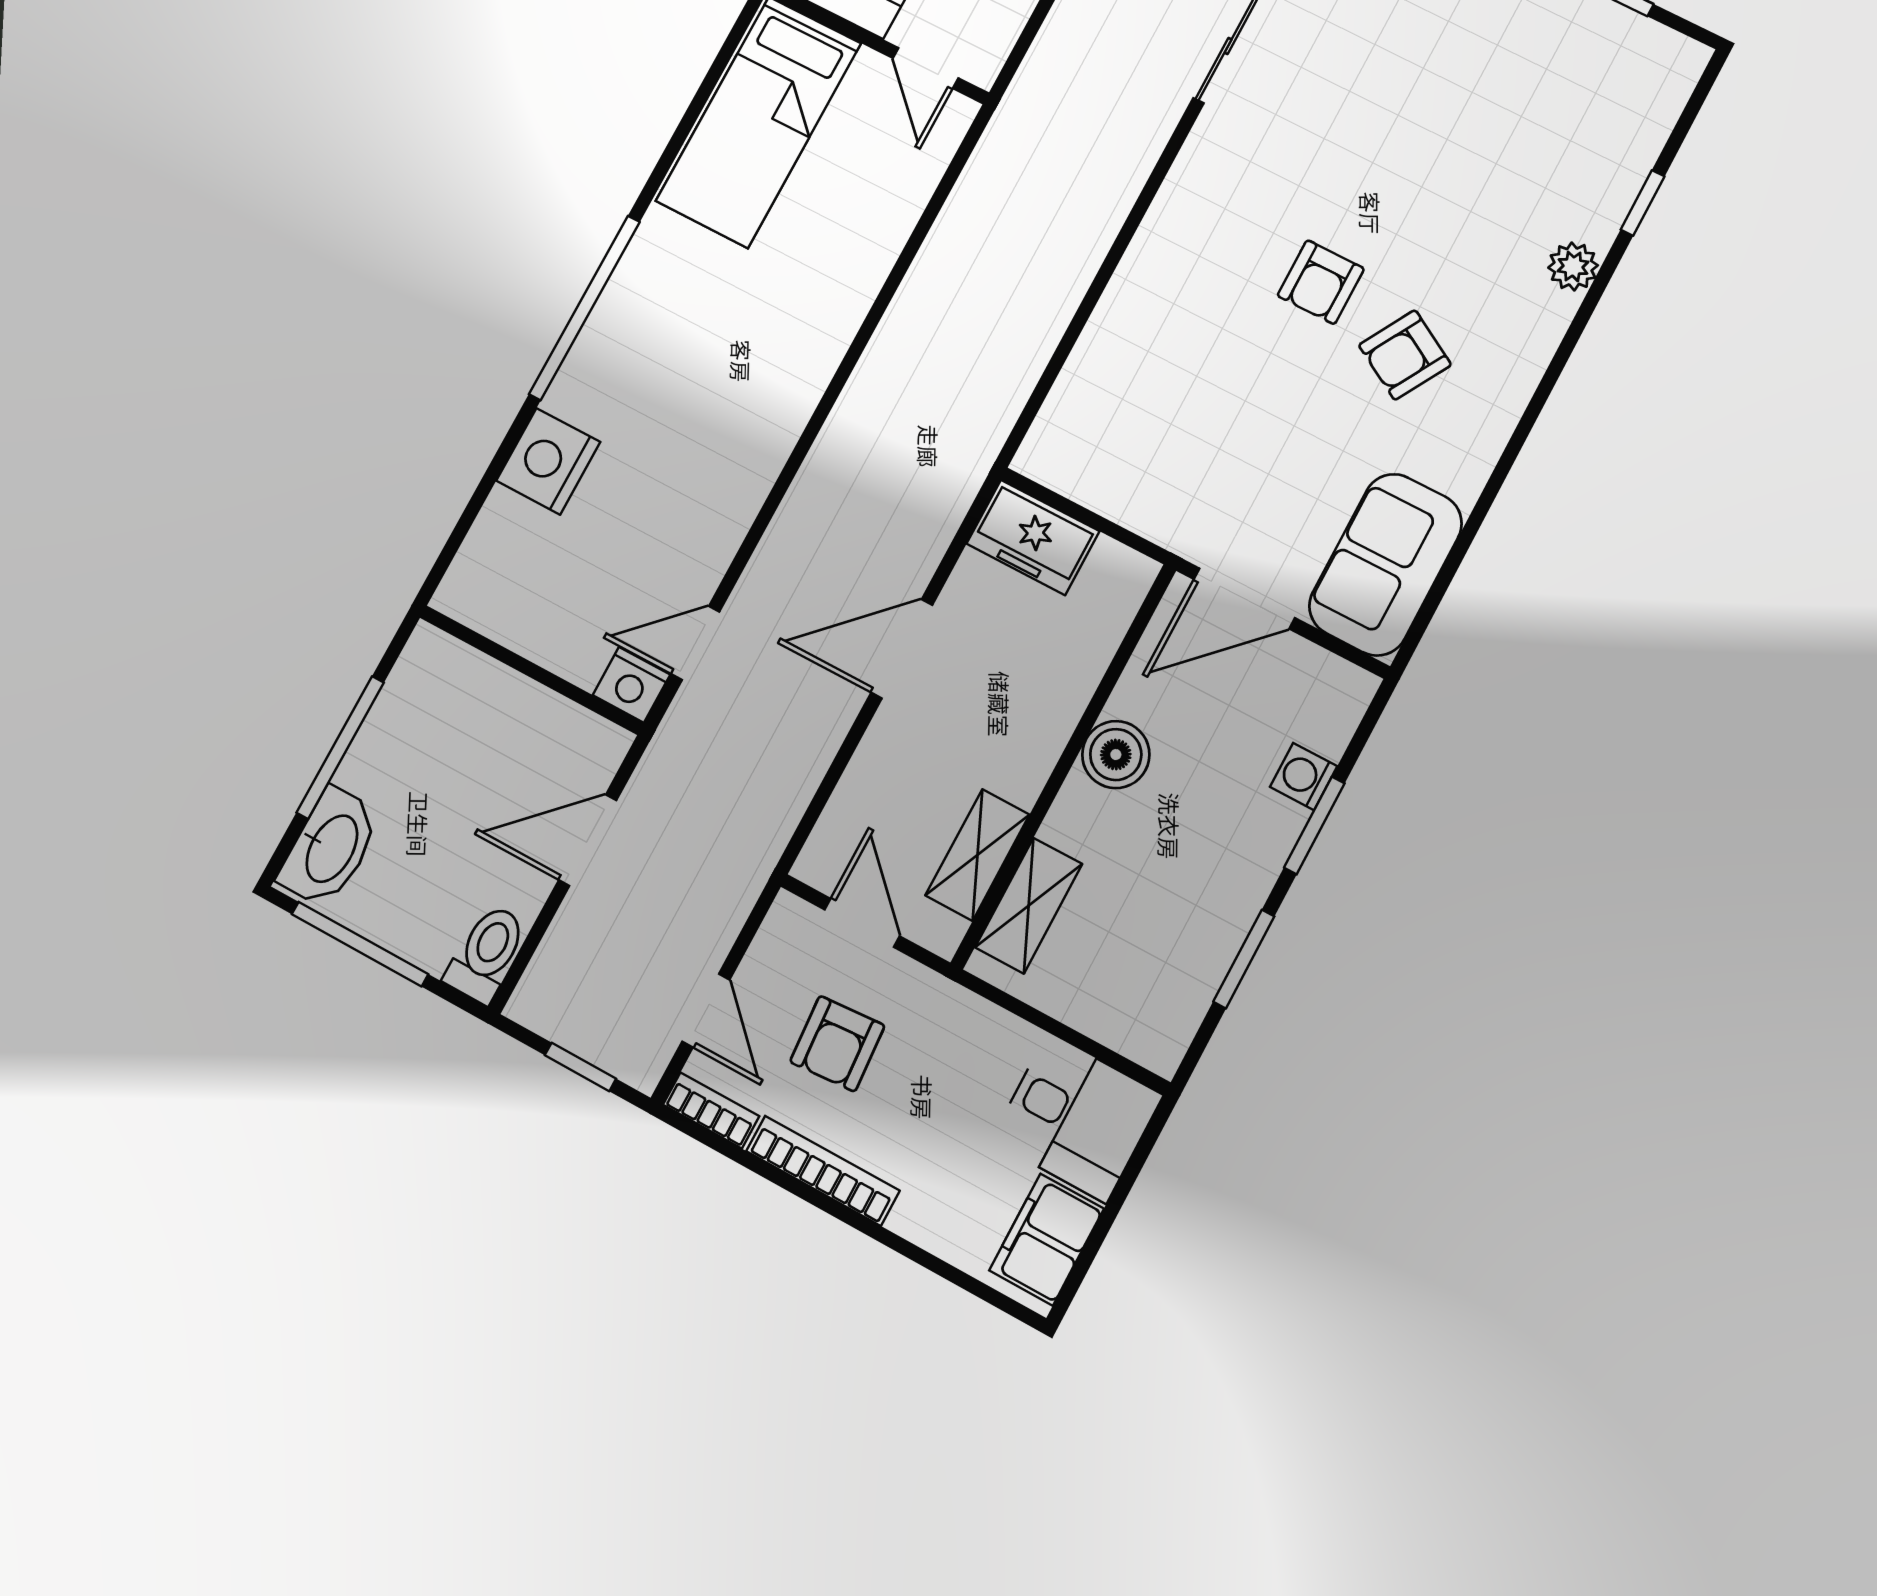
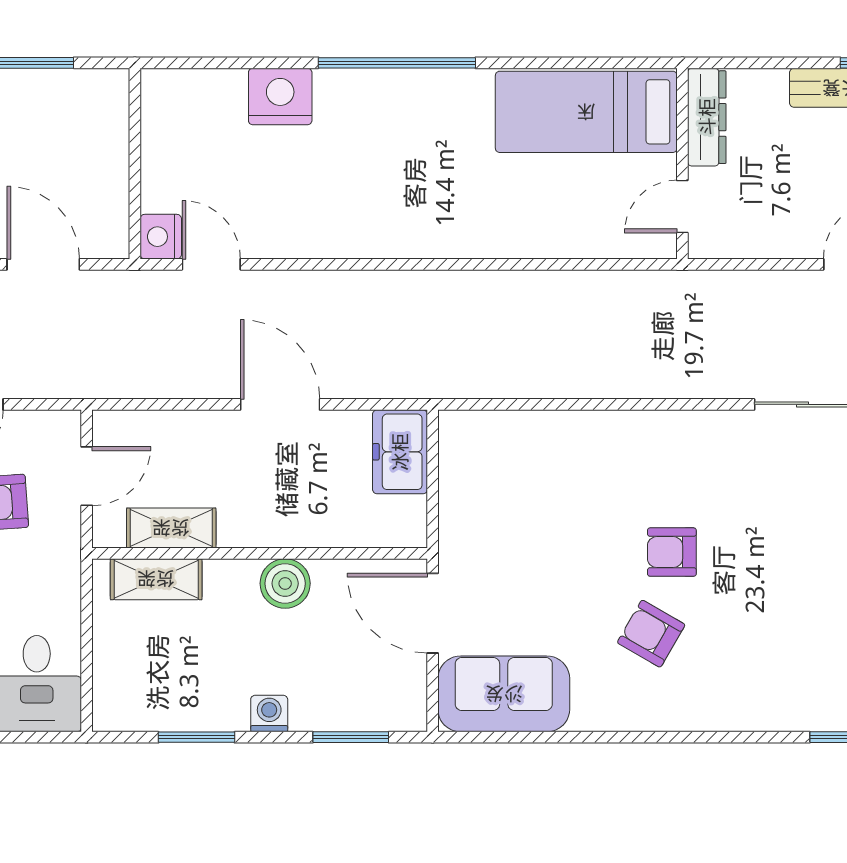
plant: (1573, 267) -> (769, 714), removed
washing machine: (1304, 777) -> (269, 714), moved
window: (1314, 825) -> (351, 737), moved

